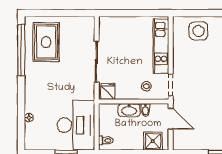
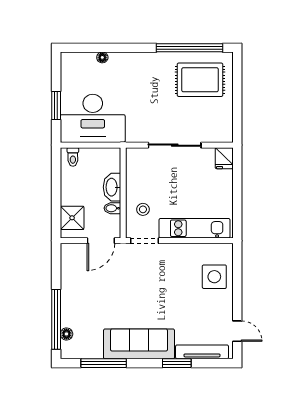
fridge: (108, 91) -> (224, 158), moved, turned 90

